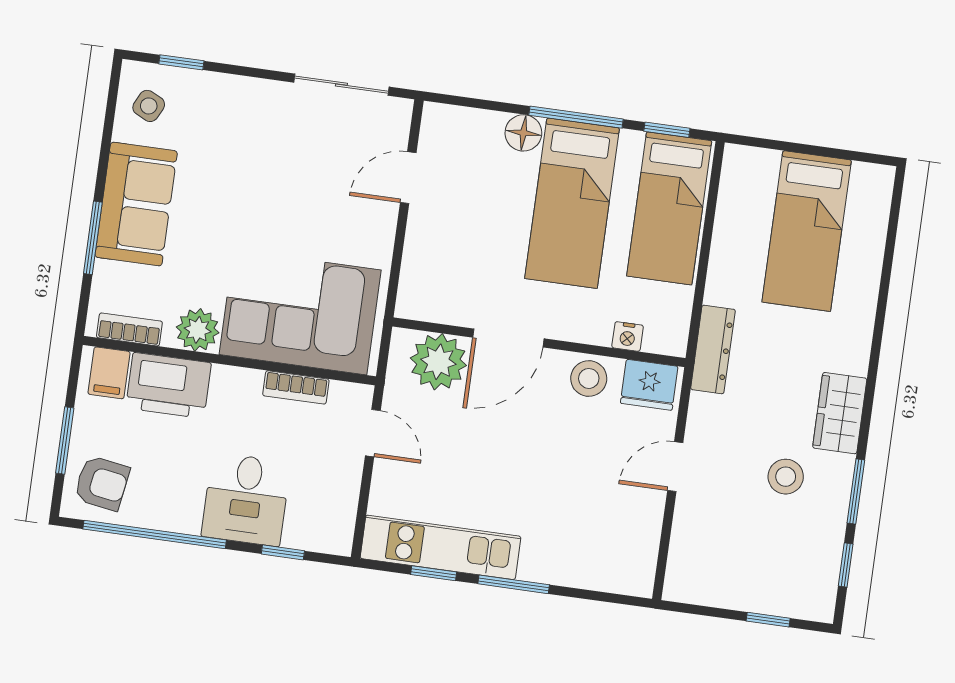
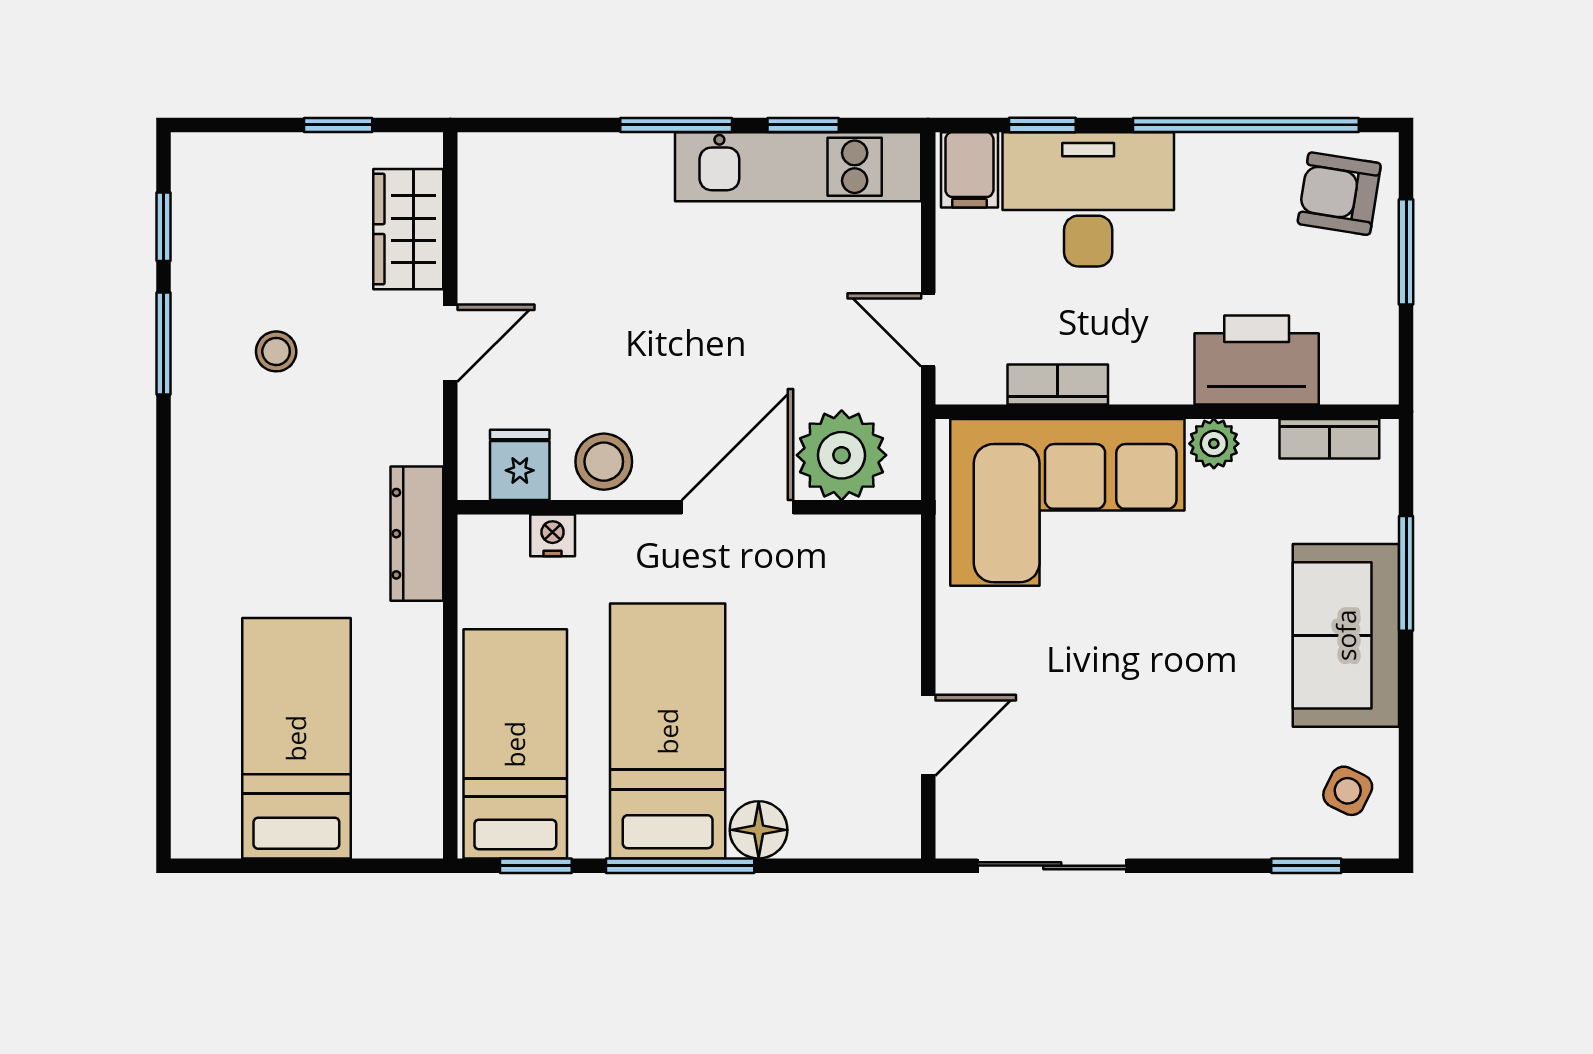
plant: (198, 330) -> (1214, 444), width x0.73, depth x0.73
filing cabinet: (109, 373) -> (969, 170), moved, turned 180
fridge: (649, 385) -> (520, 465), width x0.72
wardrobe: (840, 413) -> (408, 229), moved, turned 180
stool: (786, 477) -> (276, 351), width x0.73, depth x0.73
desk: (246, 499) -> (1088, 199), width x1.37
window: (768, 620) -> (338, 125), moved

